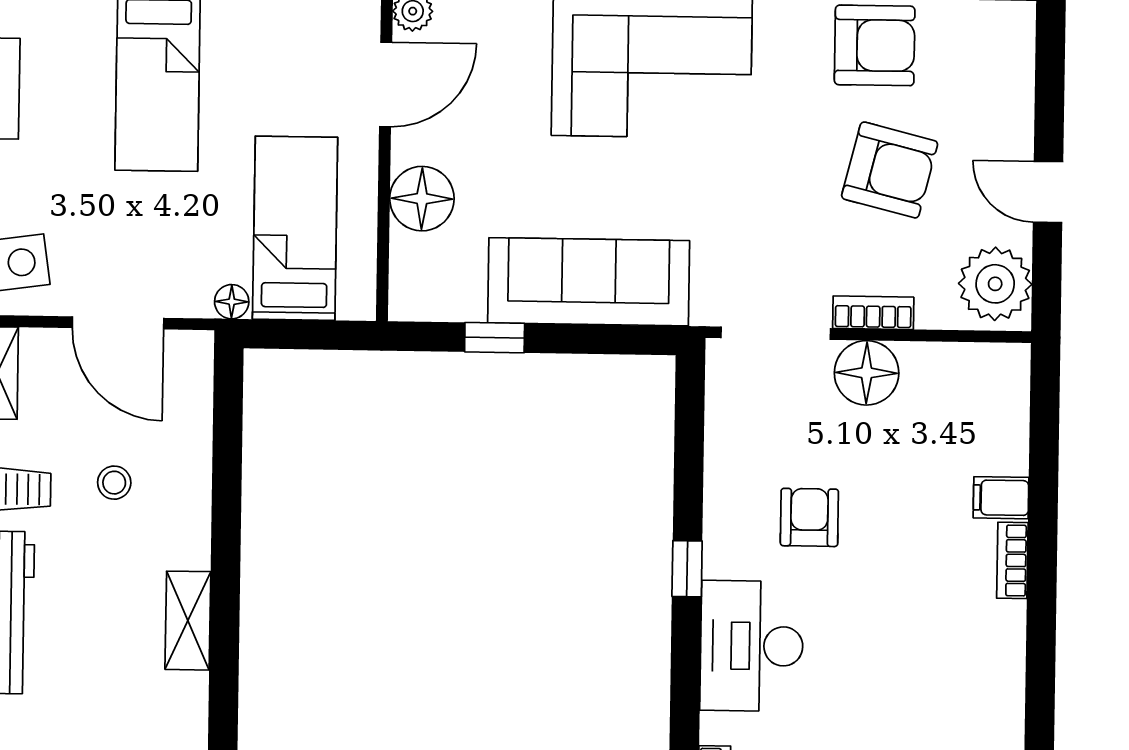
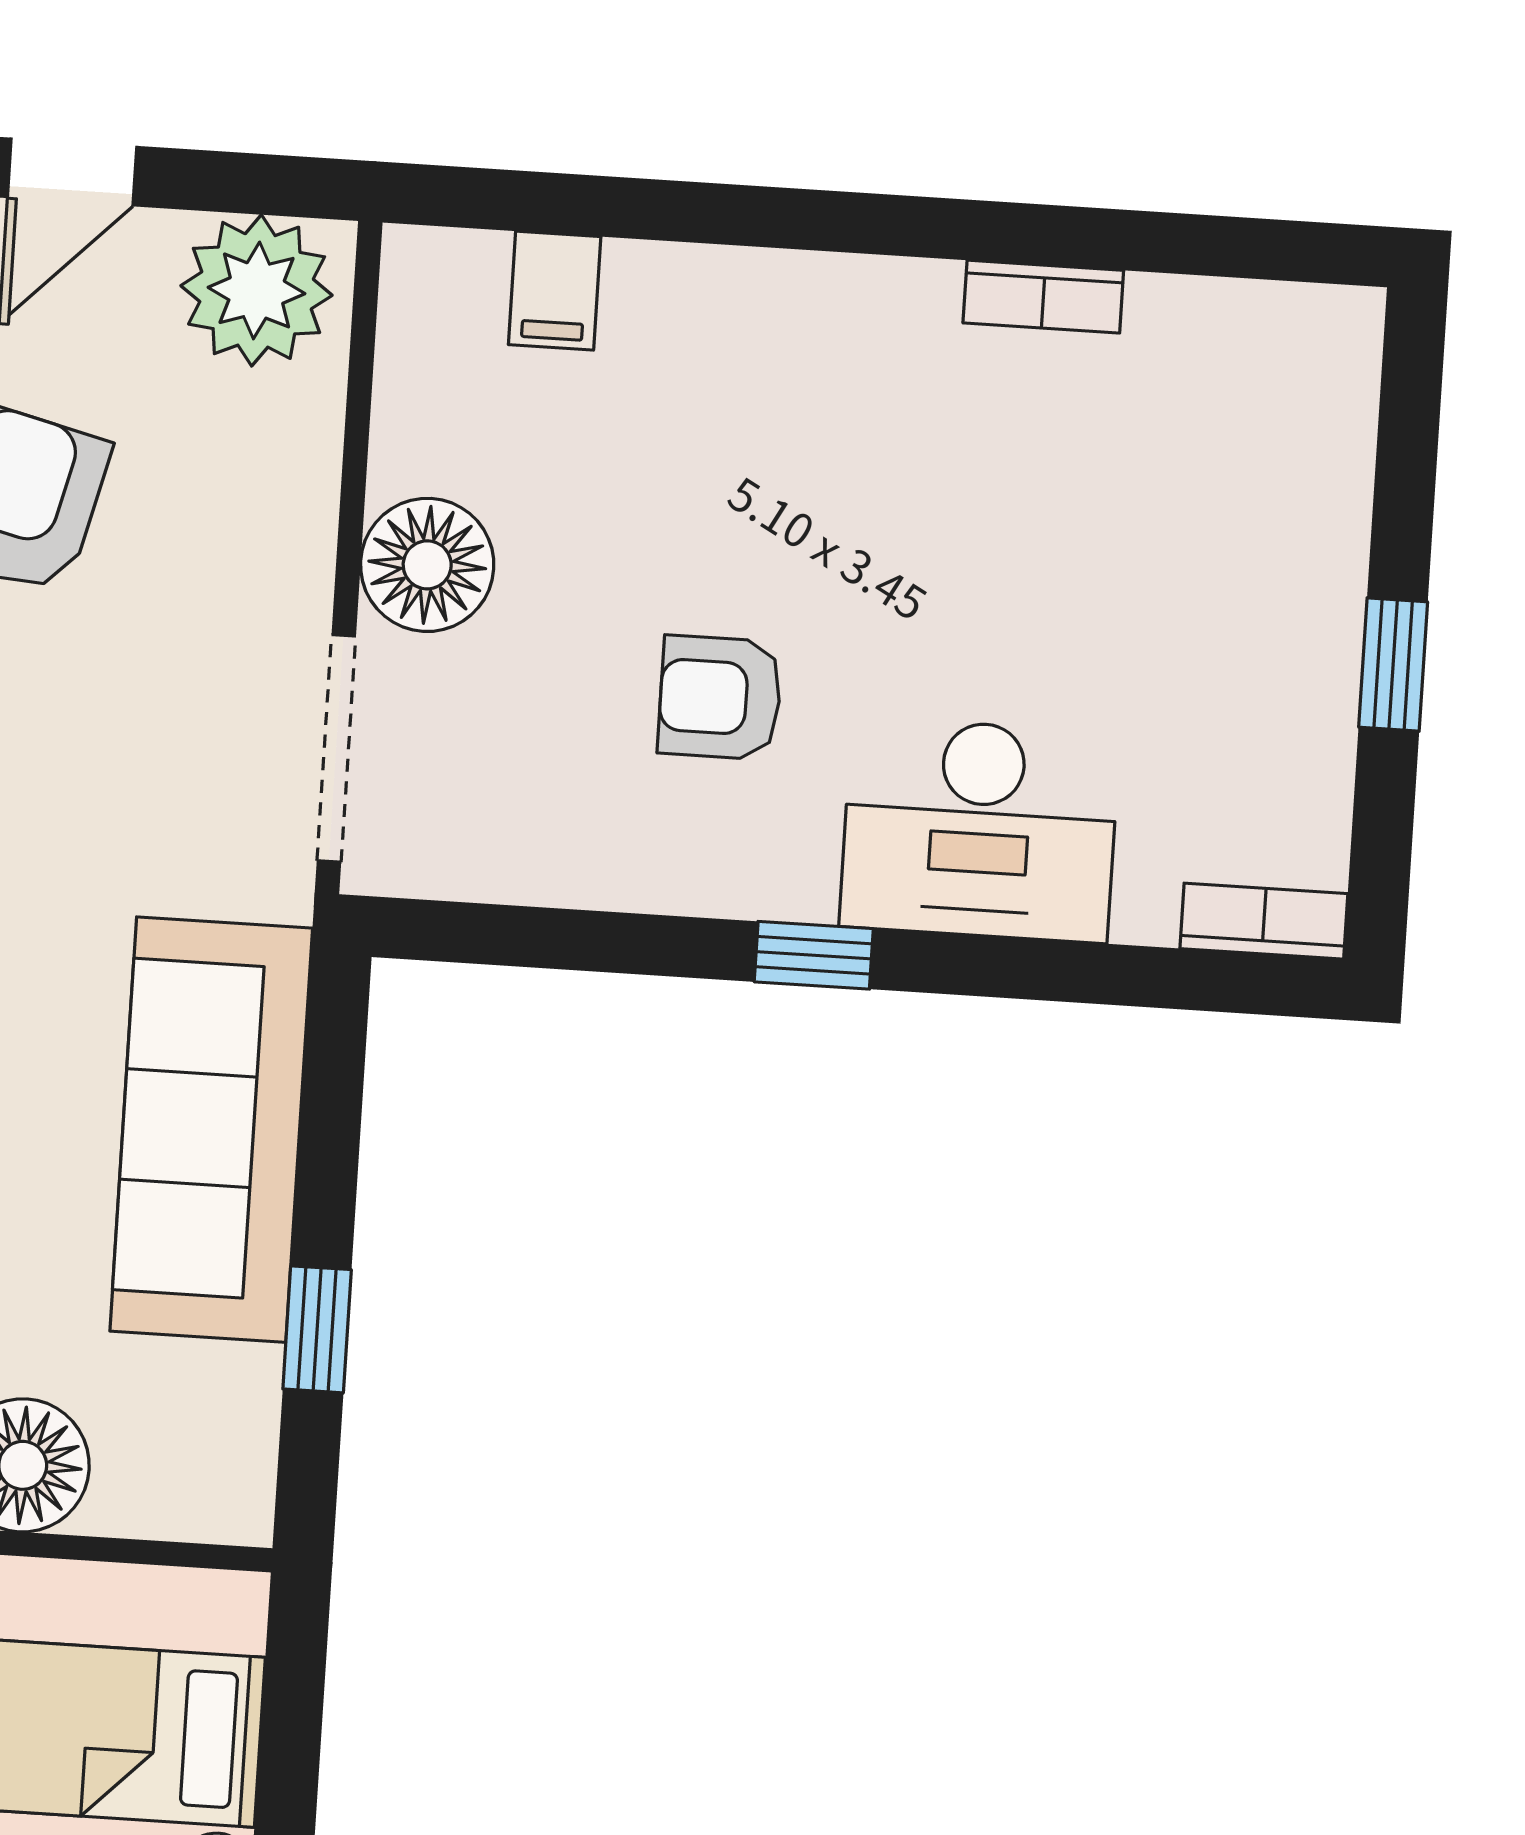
bookcase: (873, 313) -> (304, 545), removed
filing cabinet: (1001, 498) -> (555, 291), moved
bookcase: (1012, 560) -> (1043, 297), moved

